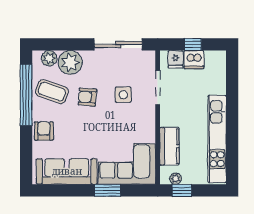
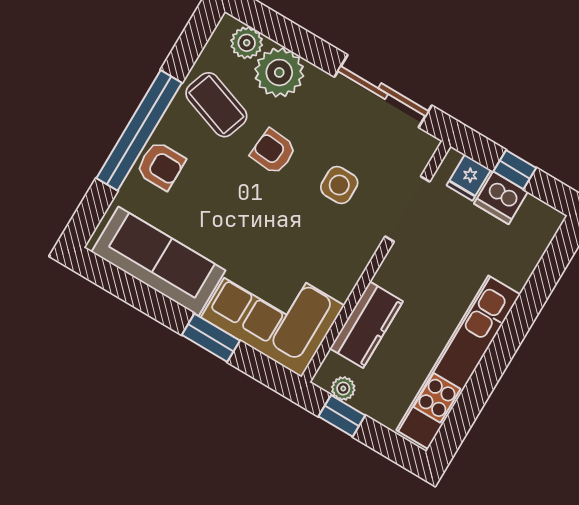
window: (26, 95) -> (139, 130), moved
armchair: (44, 131) -> (161, 166), turned 90

